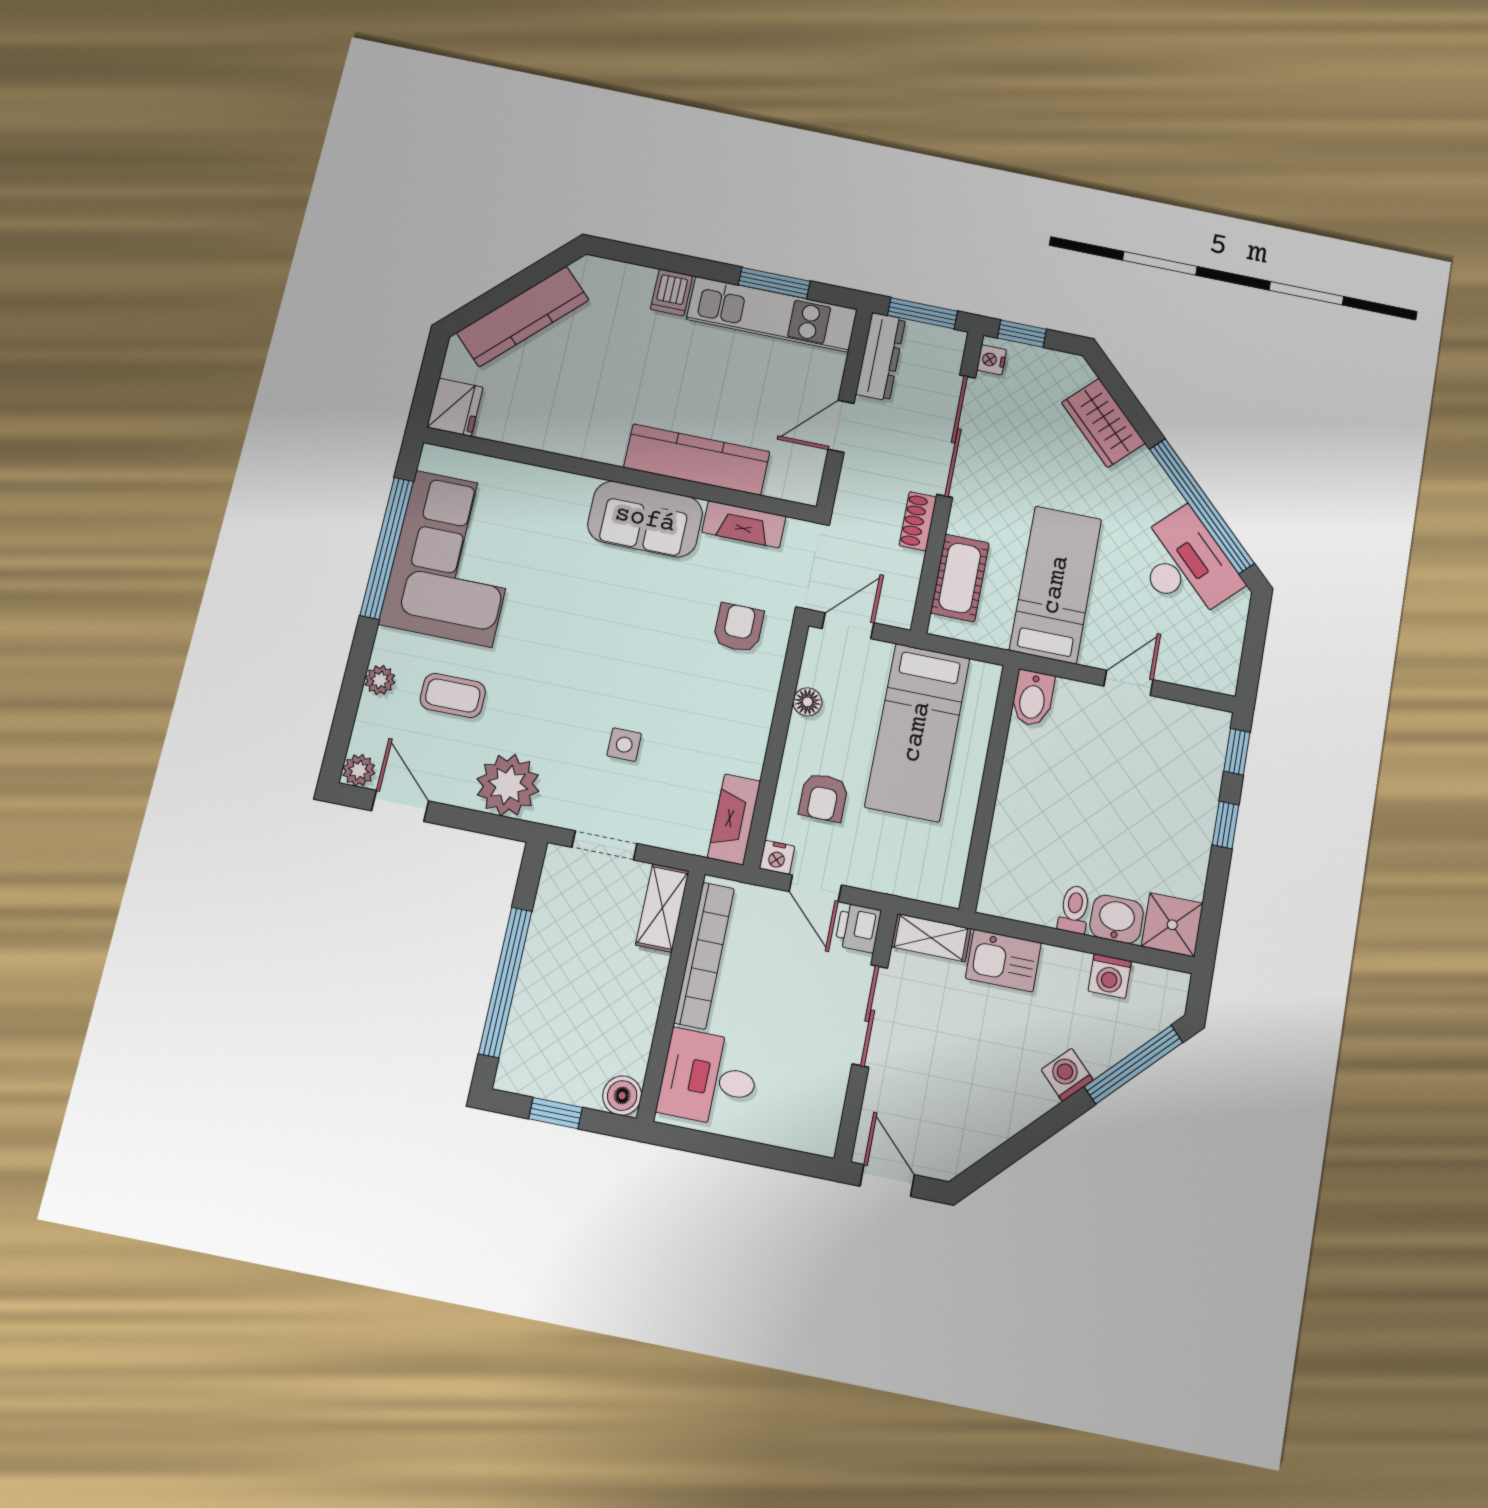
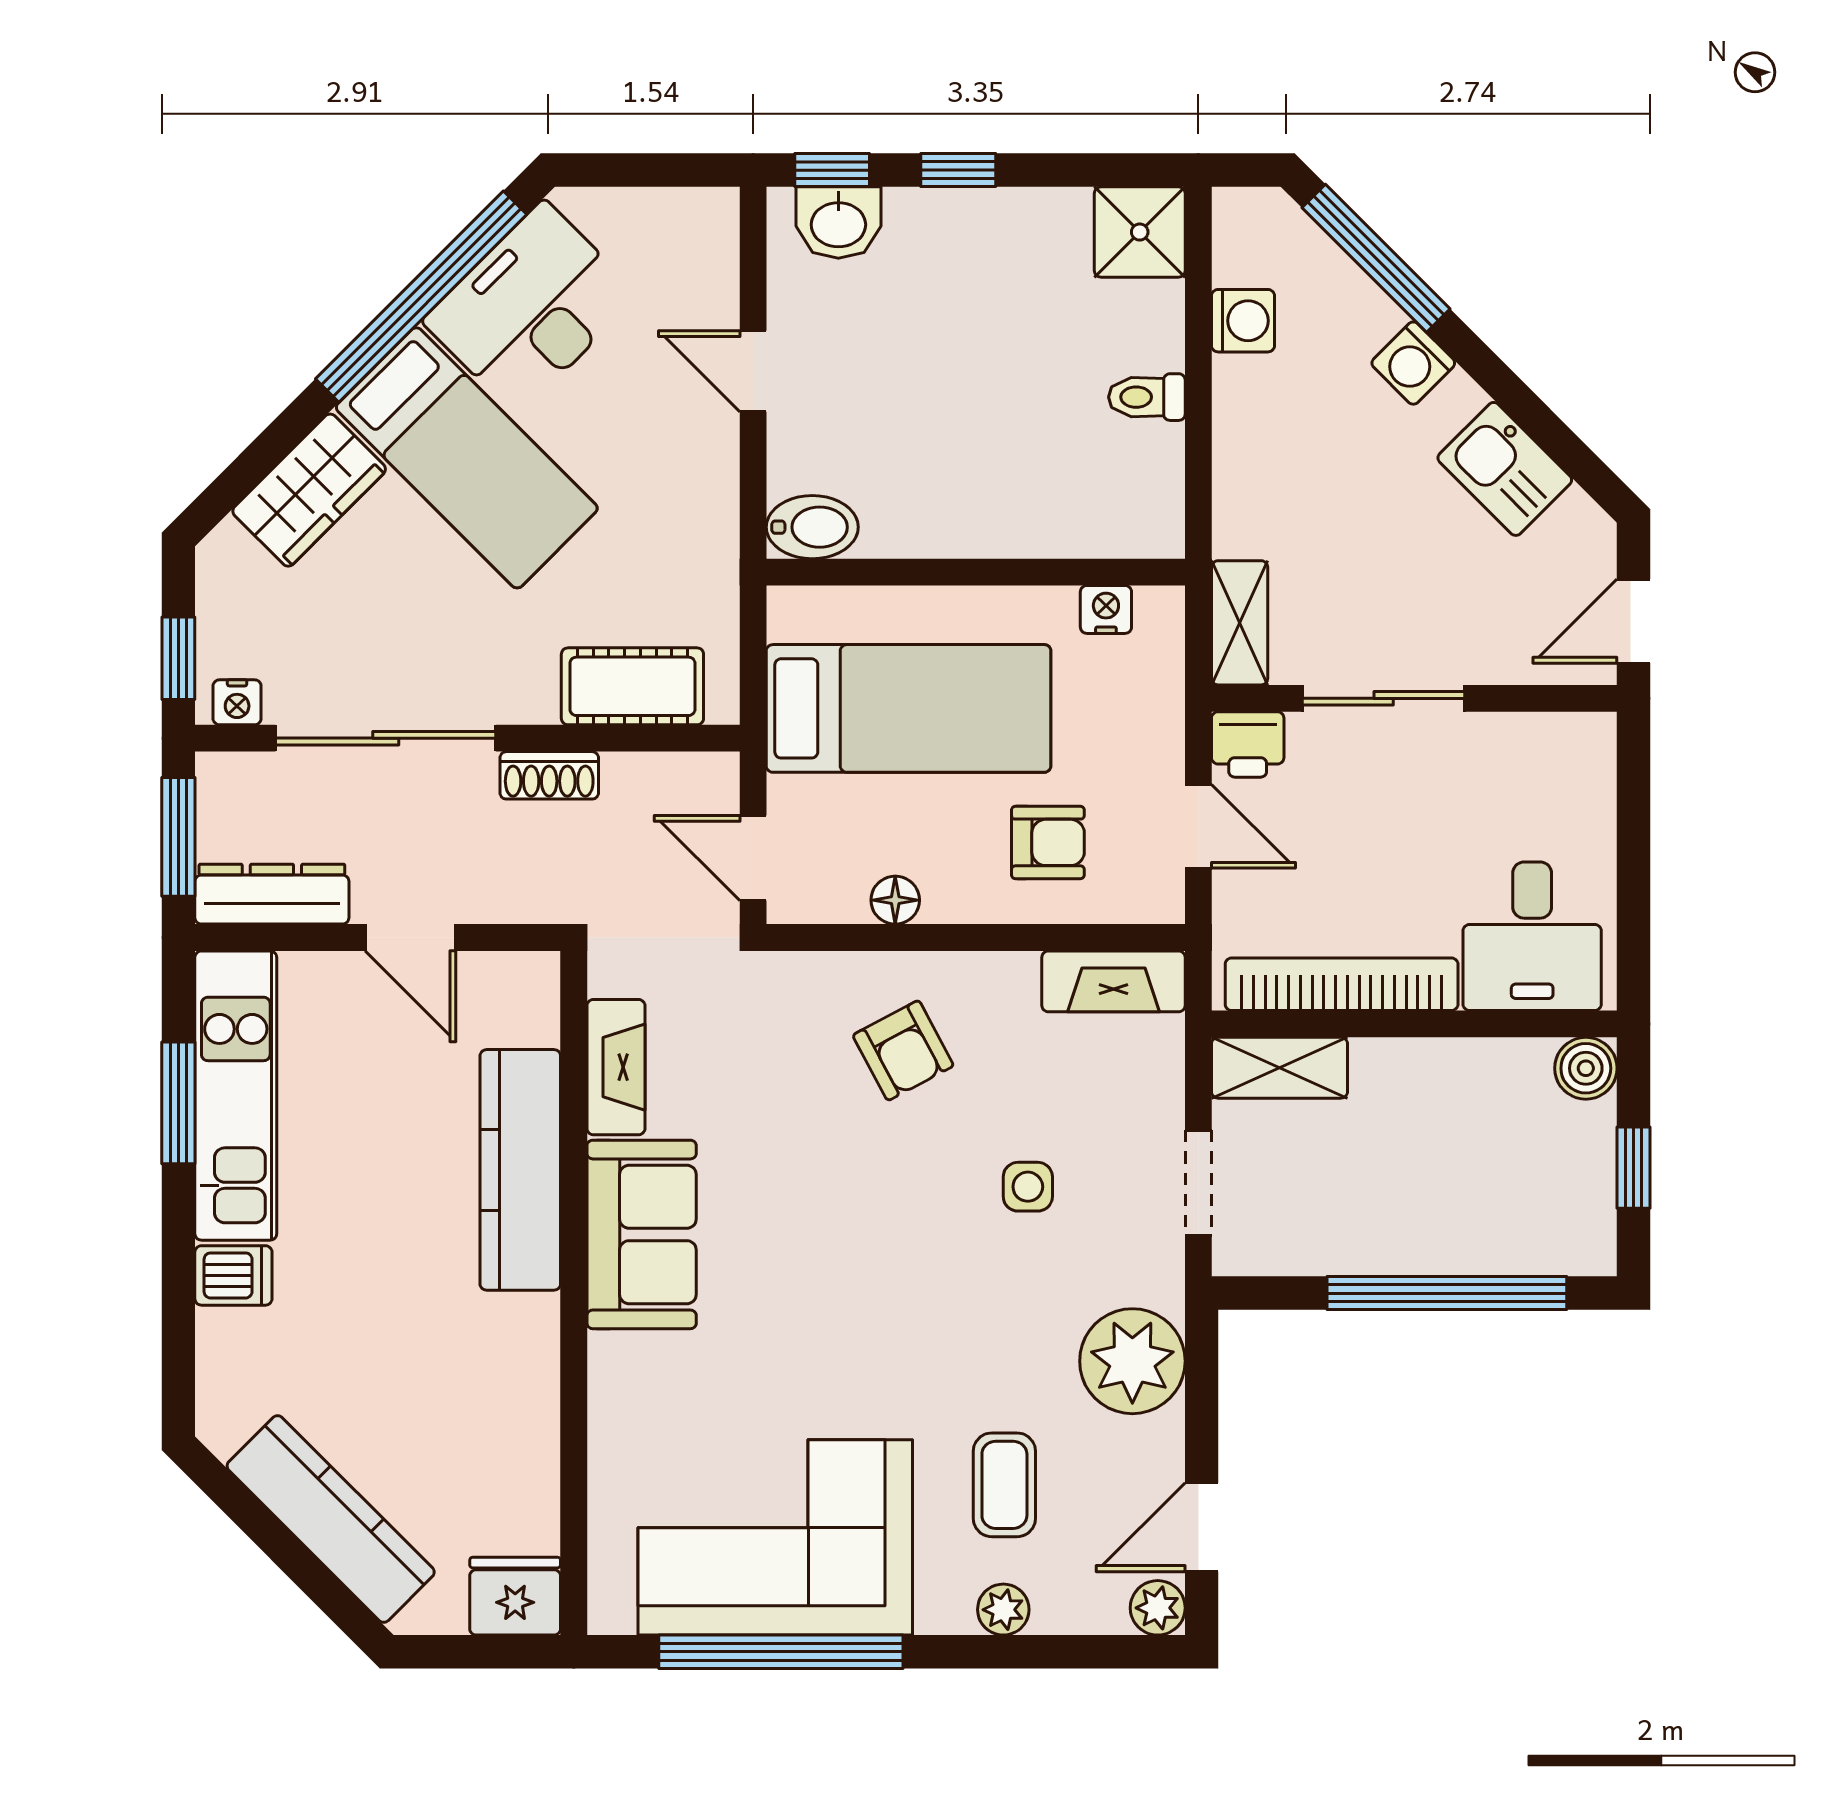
bed: (1056, 585) -> (467, 458), moved, turned -135
armchair: (738, 628) -> (903, 1050), moved, turned -118
nightstand: (777, 857) -> (1106, 609), moved, turned -90
door: (815, 888) -> (1198, 826), hinge flipped
washbasin: (1117, 919) -> (838, 223), moved, turned -90
kitchen sink: (1003, 961) -> (1505, 469), moved, turned 135

